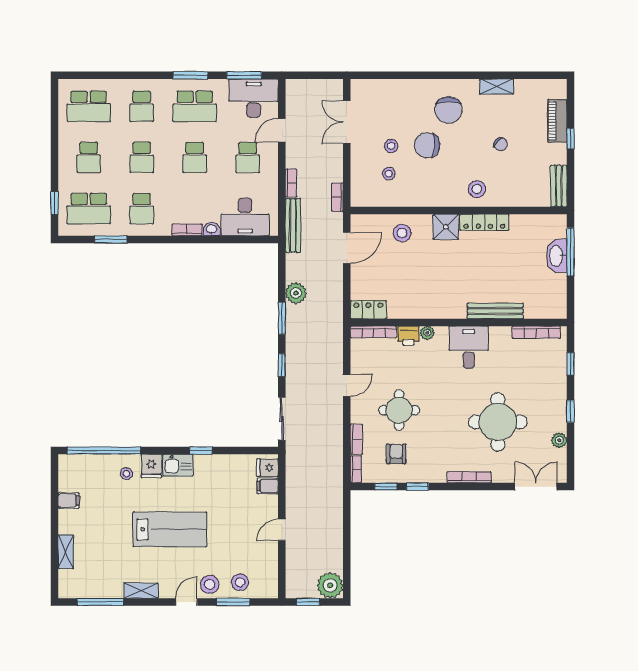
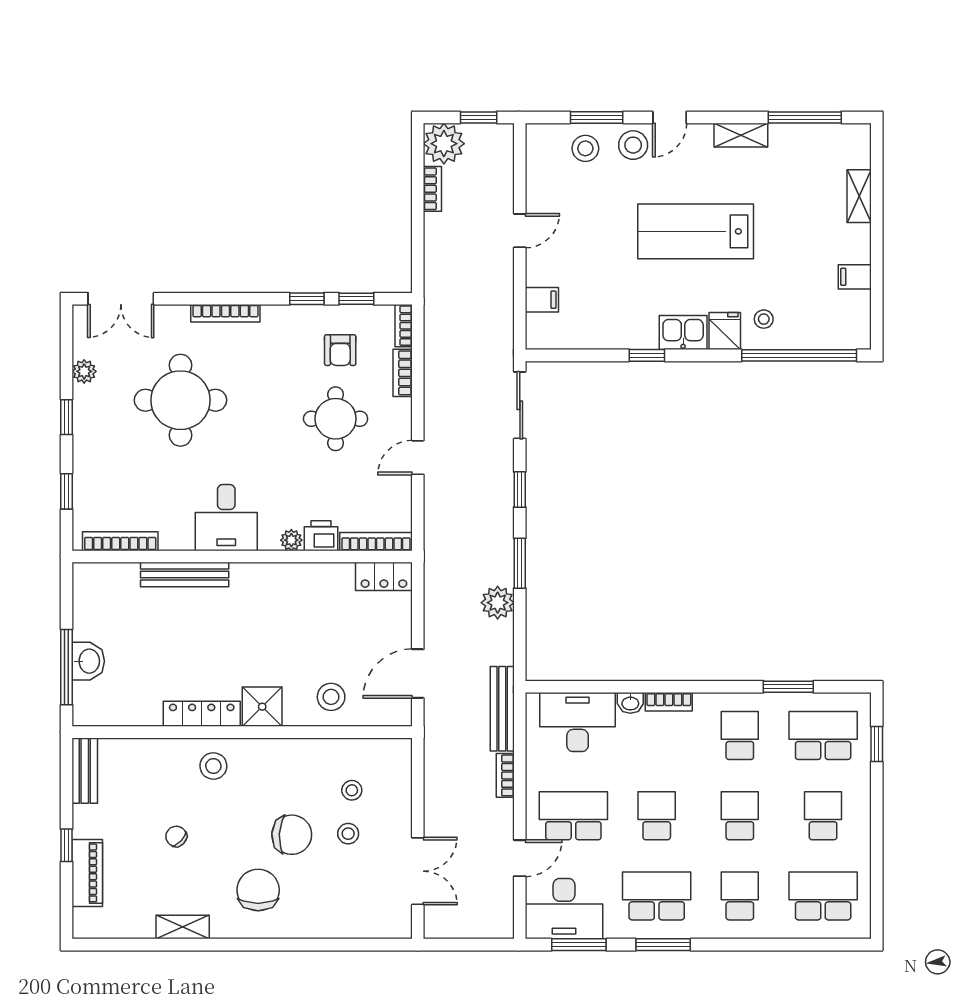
school desk: (248, 157) -> (573, 816), width x1.85
bookcase: (337, 197) -> (432, 189), moved
washbasin: (557, 256) -> (88, 661), width x0.72
fridge: (268, 468) -> (542, 328), removed

